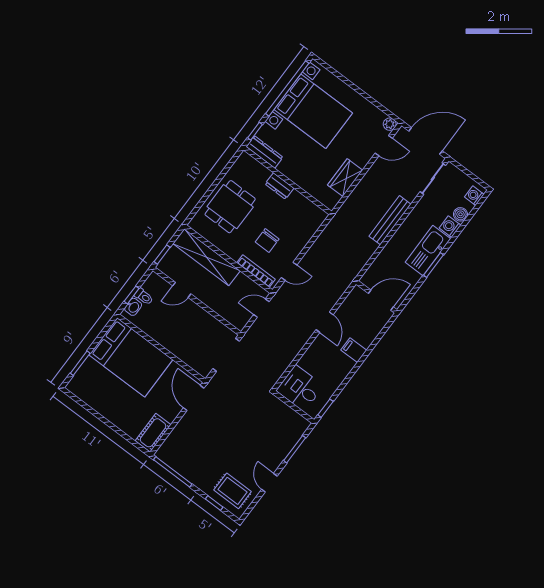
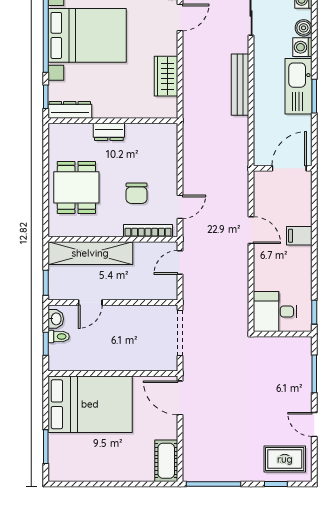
washbasin: (133, 307) -> (56, 319), moved

